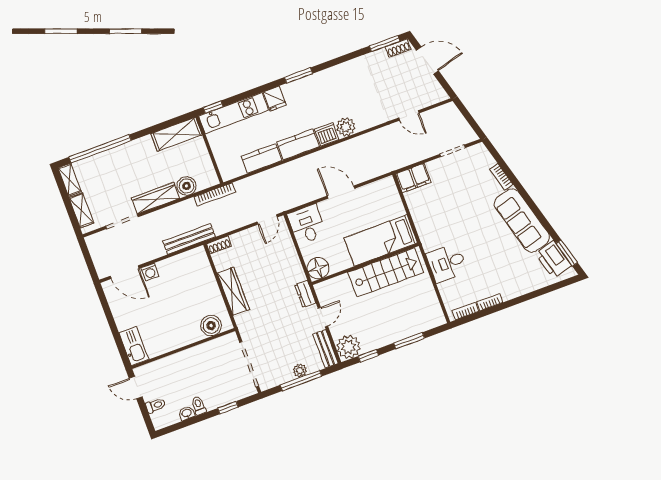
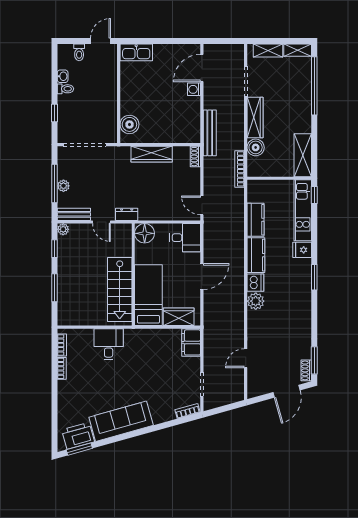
bookcase: (501, 177) -> (187, 411), moved
wardrobe: (392, 201) -> (179, 317), added
plant: (348, 347) -> (63, 229), width x0.53, depth x0.53

